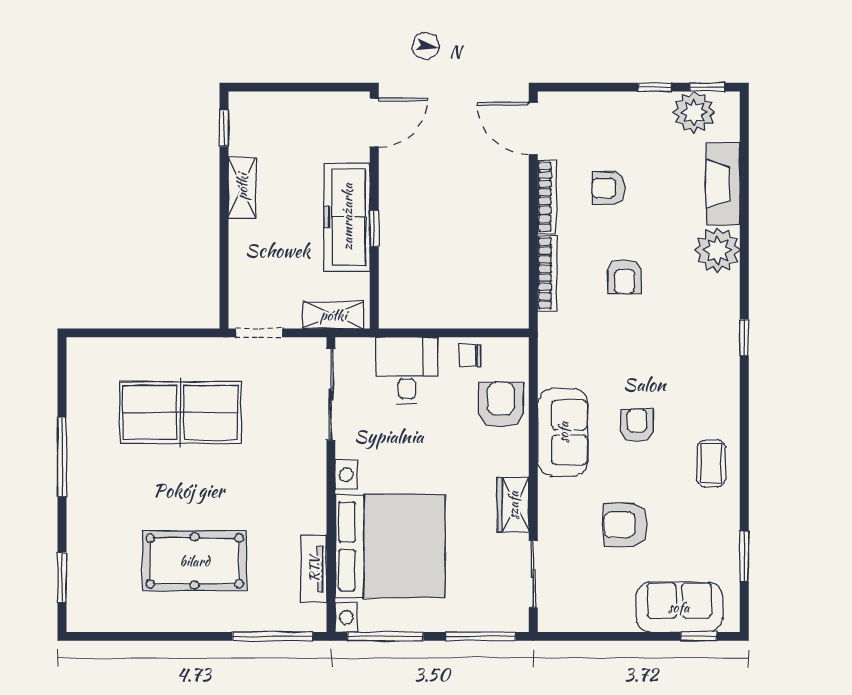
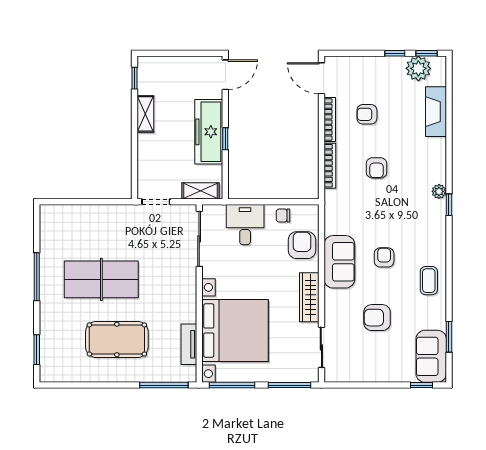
plant: (717, 250) -> (439, 191), moved, width x0.53, depth x0.53
table tennis table: (180, 413) -> (101, 279), moved
wardrobe: (513, 505) -> (309, 297), width x1.50
sofa: (679, 607) -> (431, 356), moved, turned -90

